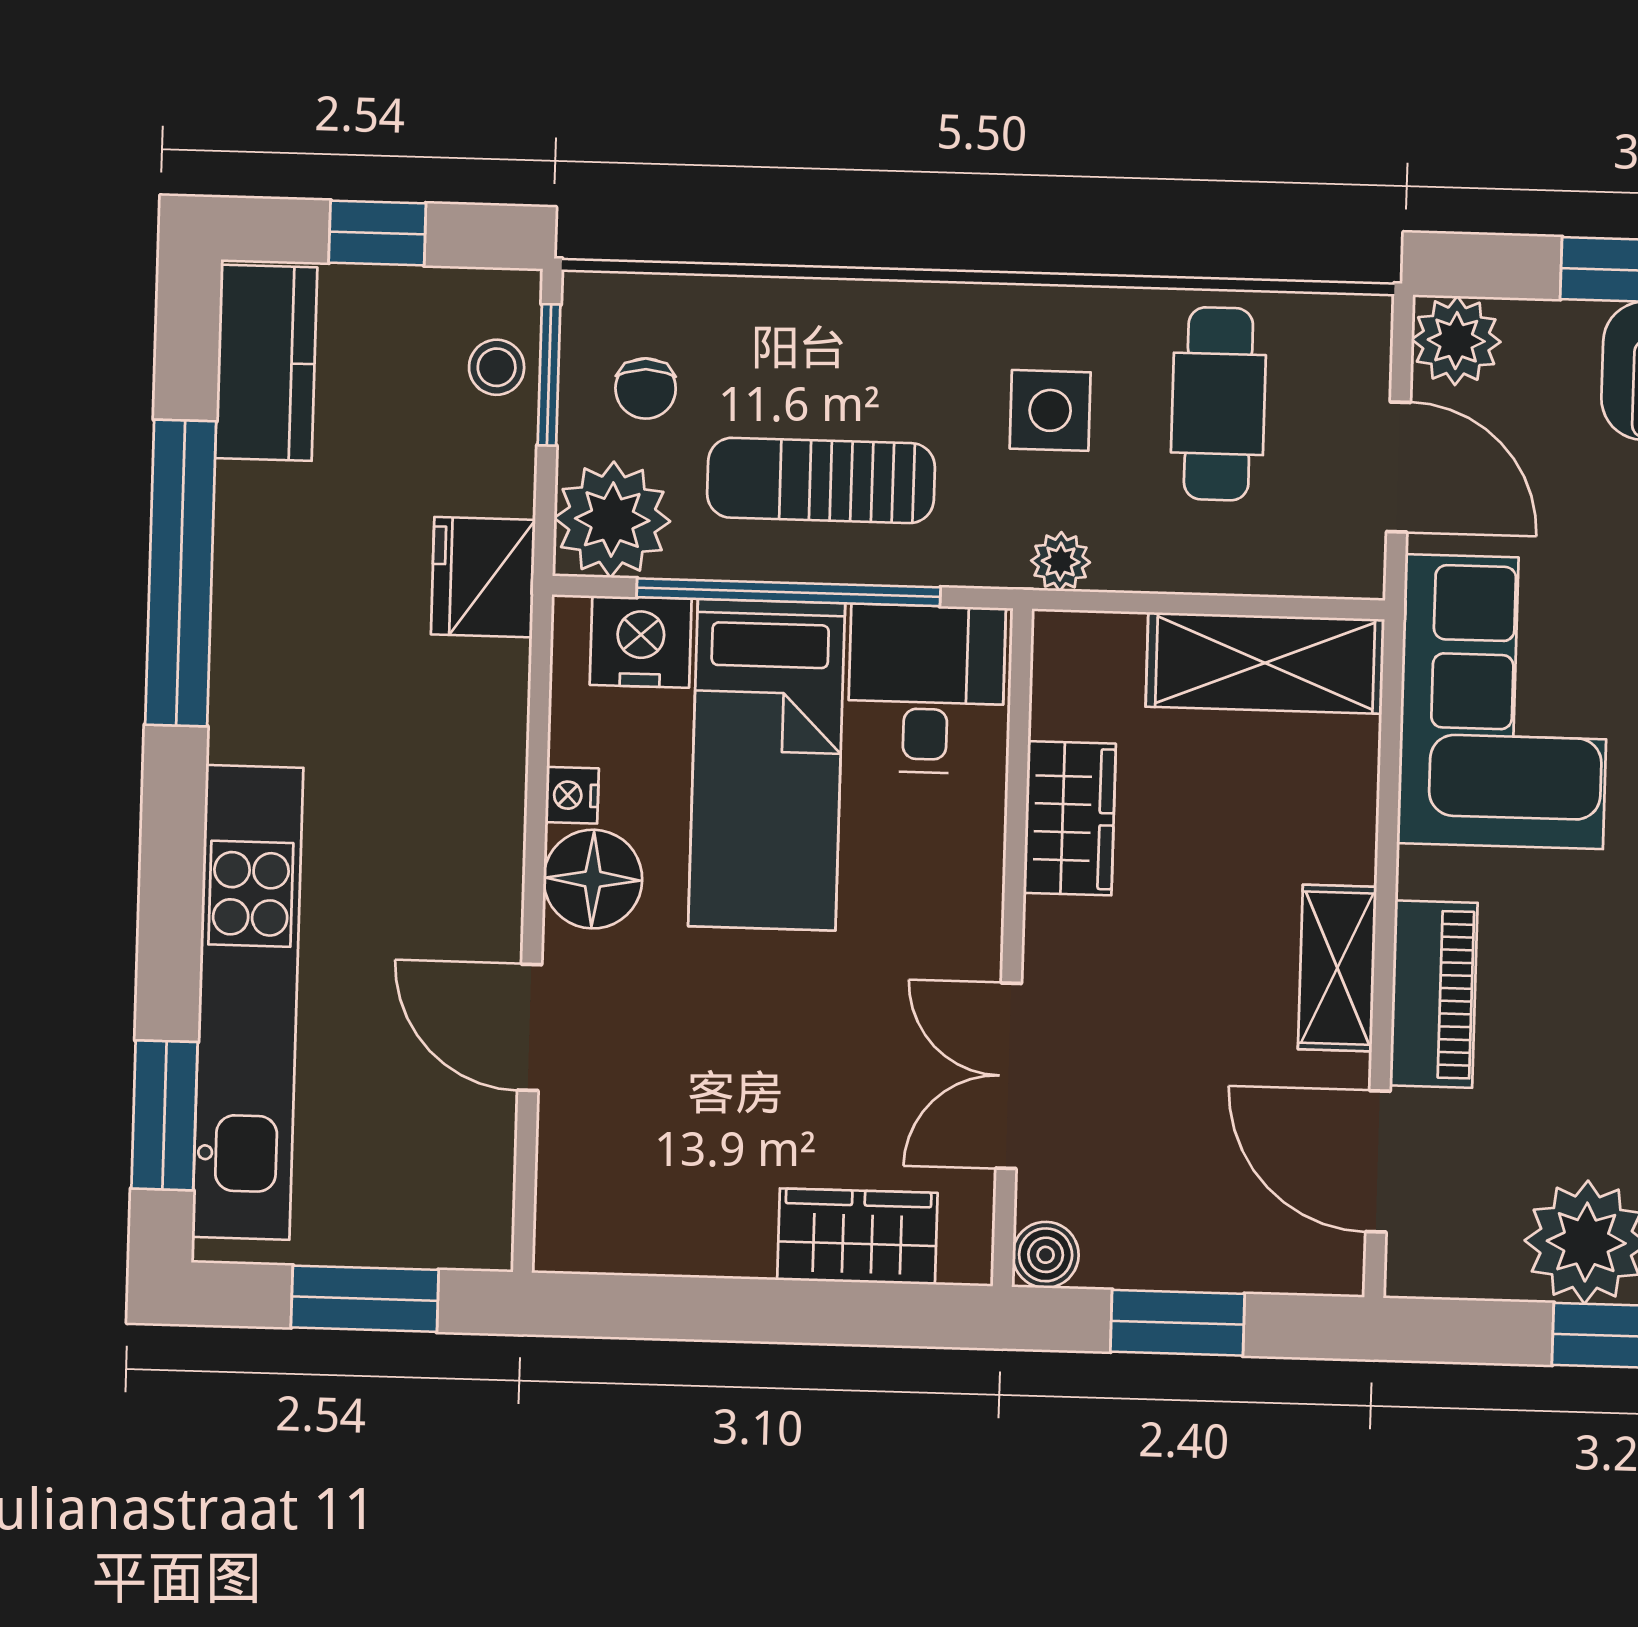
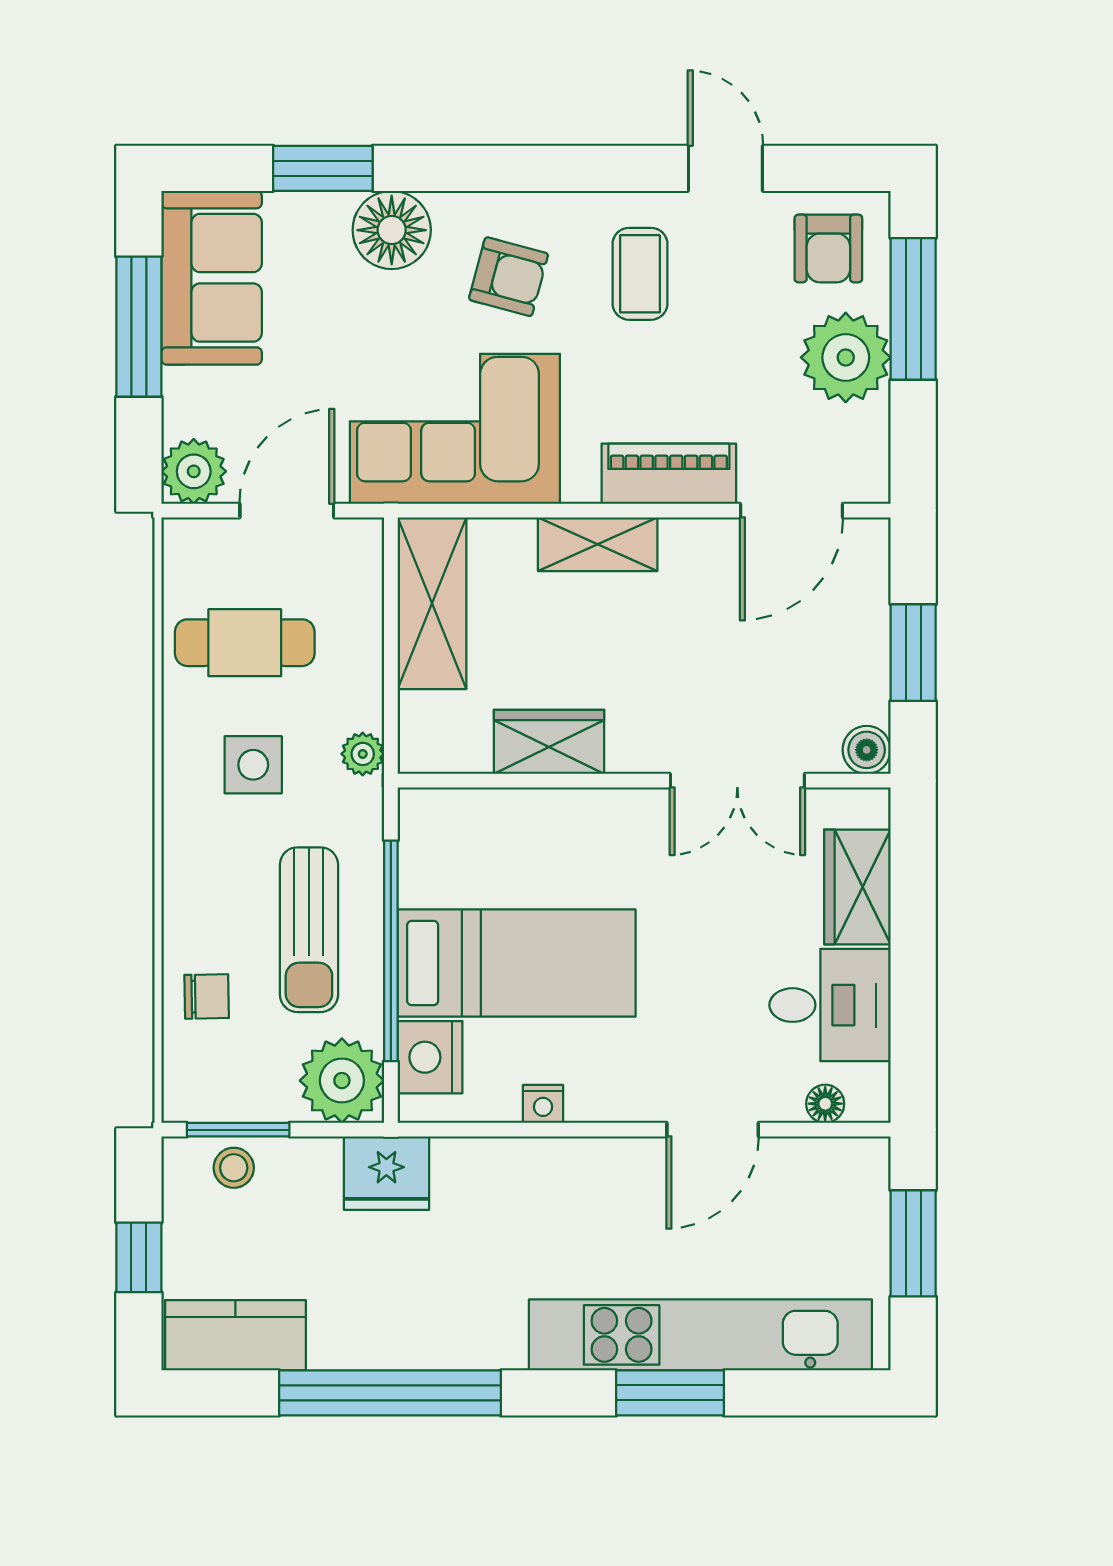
chair: (646, 389) -> (207, 996), moved
desk: (926, 689) -> (830, 1005), moved, turned 180
floor lamp: (593, 879) -> (825, 1104), moved, width x0.53, depth x0.53
shelving: (1337, 968) -> (598, 544), moved
window: (164, 1115) -> (670, 1393), moved

